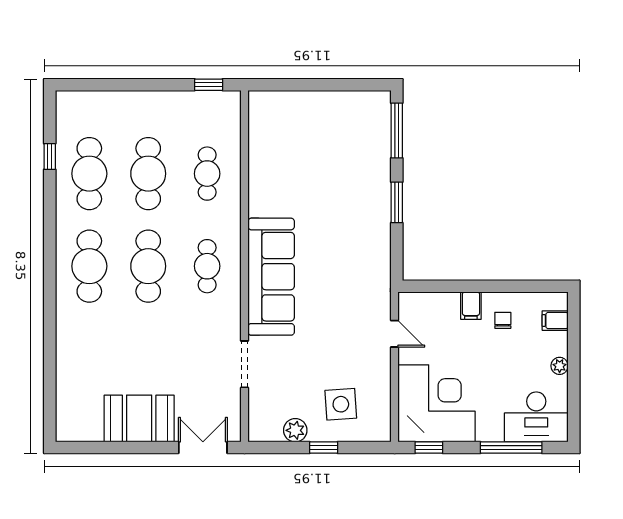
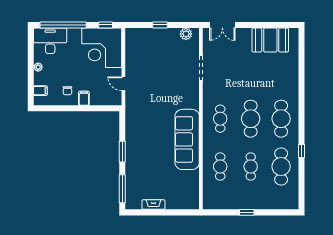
window: (209, 85) -> (247, 212), moved
fireplace: (336, 100) -> (154, 205), added
window: (50, 156) -> (302, 151), moved
cafe table: (148, 174) -> (251, 166), width x0.73, depth x0.74
sofa: (271, 277) -> (187, 139), moved
side table: (341, 404) -> (151, 47), removed
booth: (139, 418) -> (270, 40), moved
plant: (295, 430) -> (186, 34), moved
window: (511, 448) -> (63, 25), width x1.46

